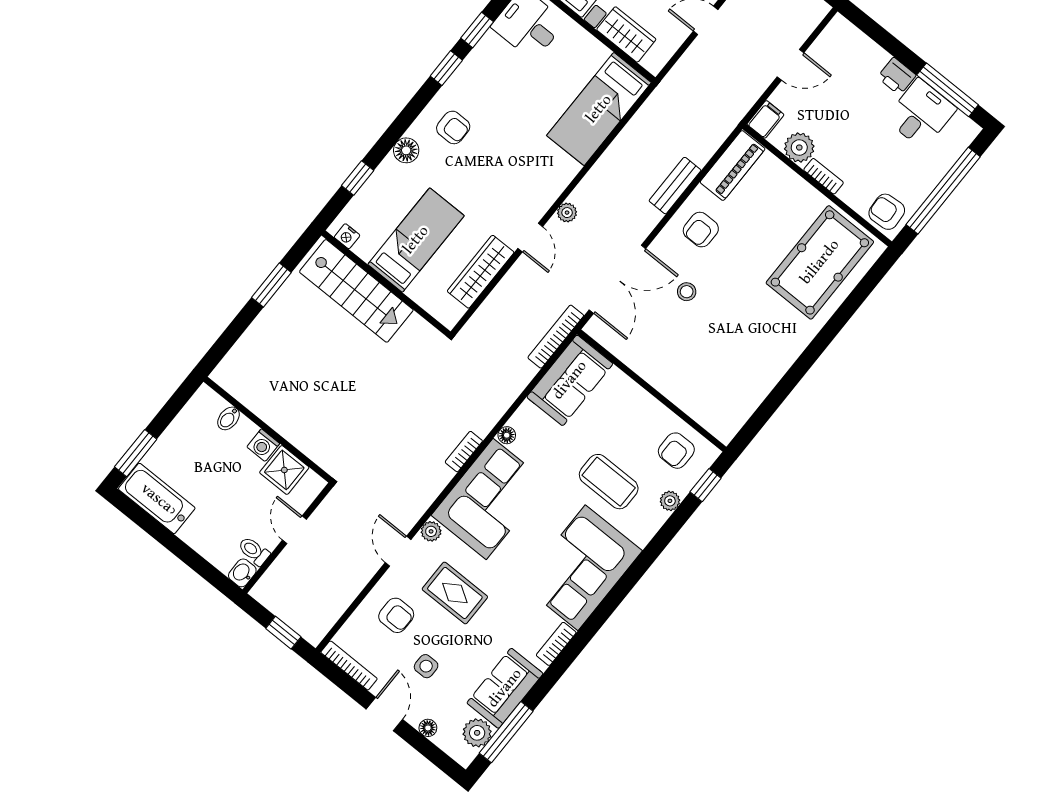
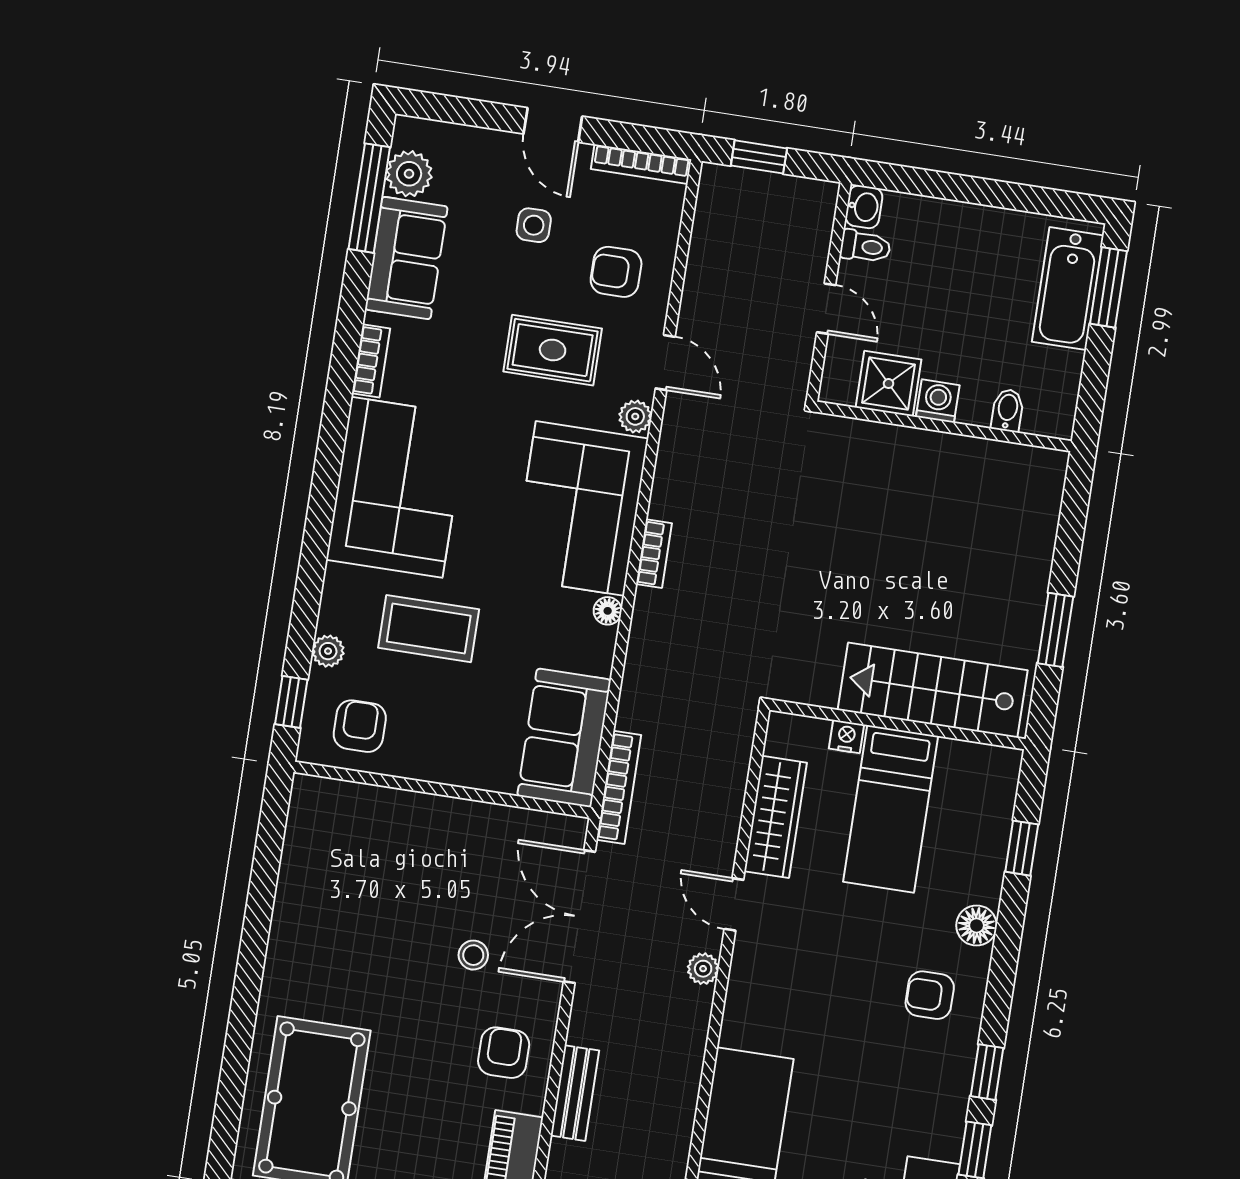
nightstand: (347, 236) -> (847, 737), moved
bathtub: (157, 498) -> (1068, 289), moved, turned 90
floor lamp: (428, 728) -> (481, 141), removed

